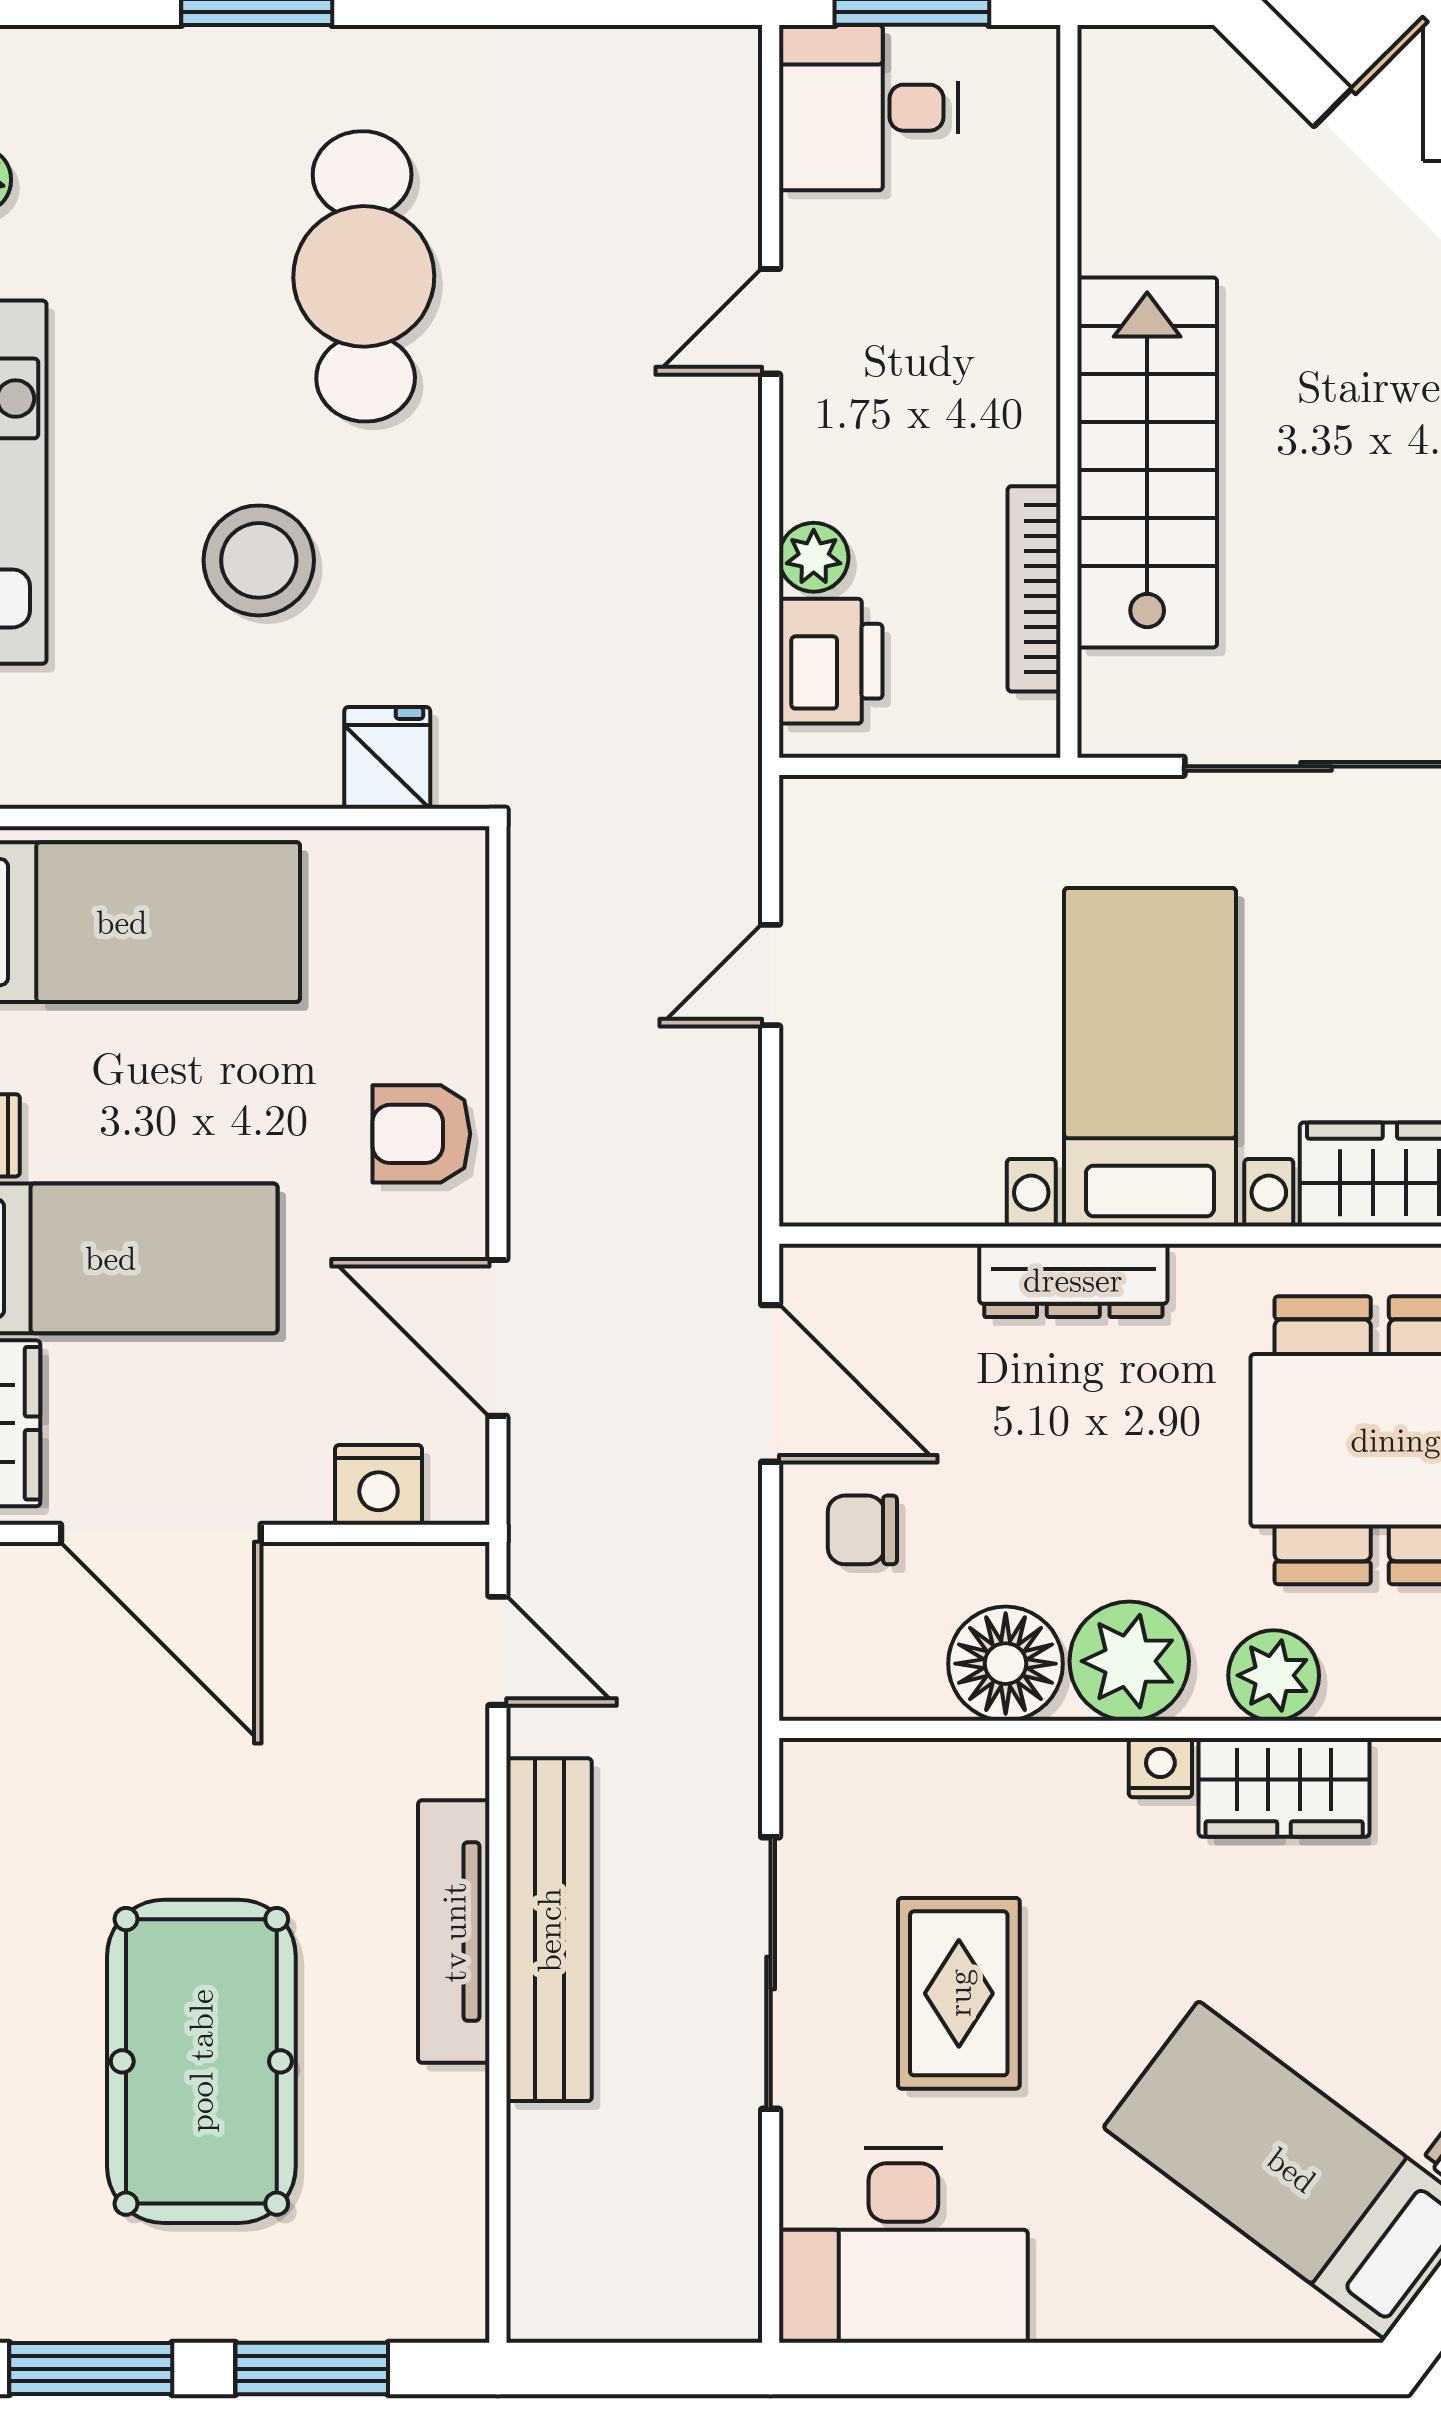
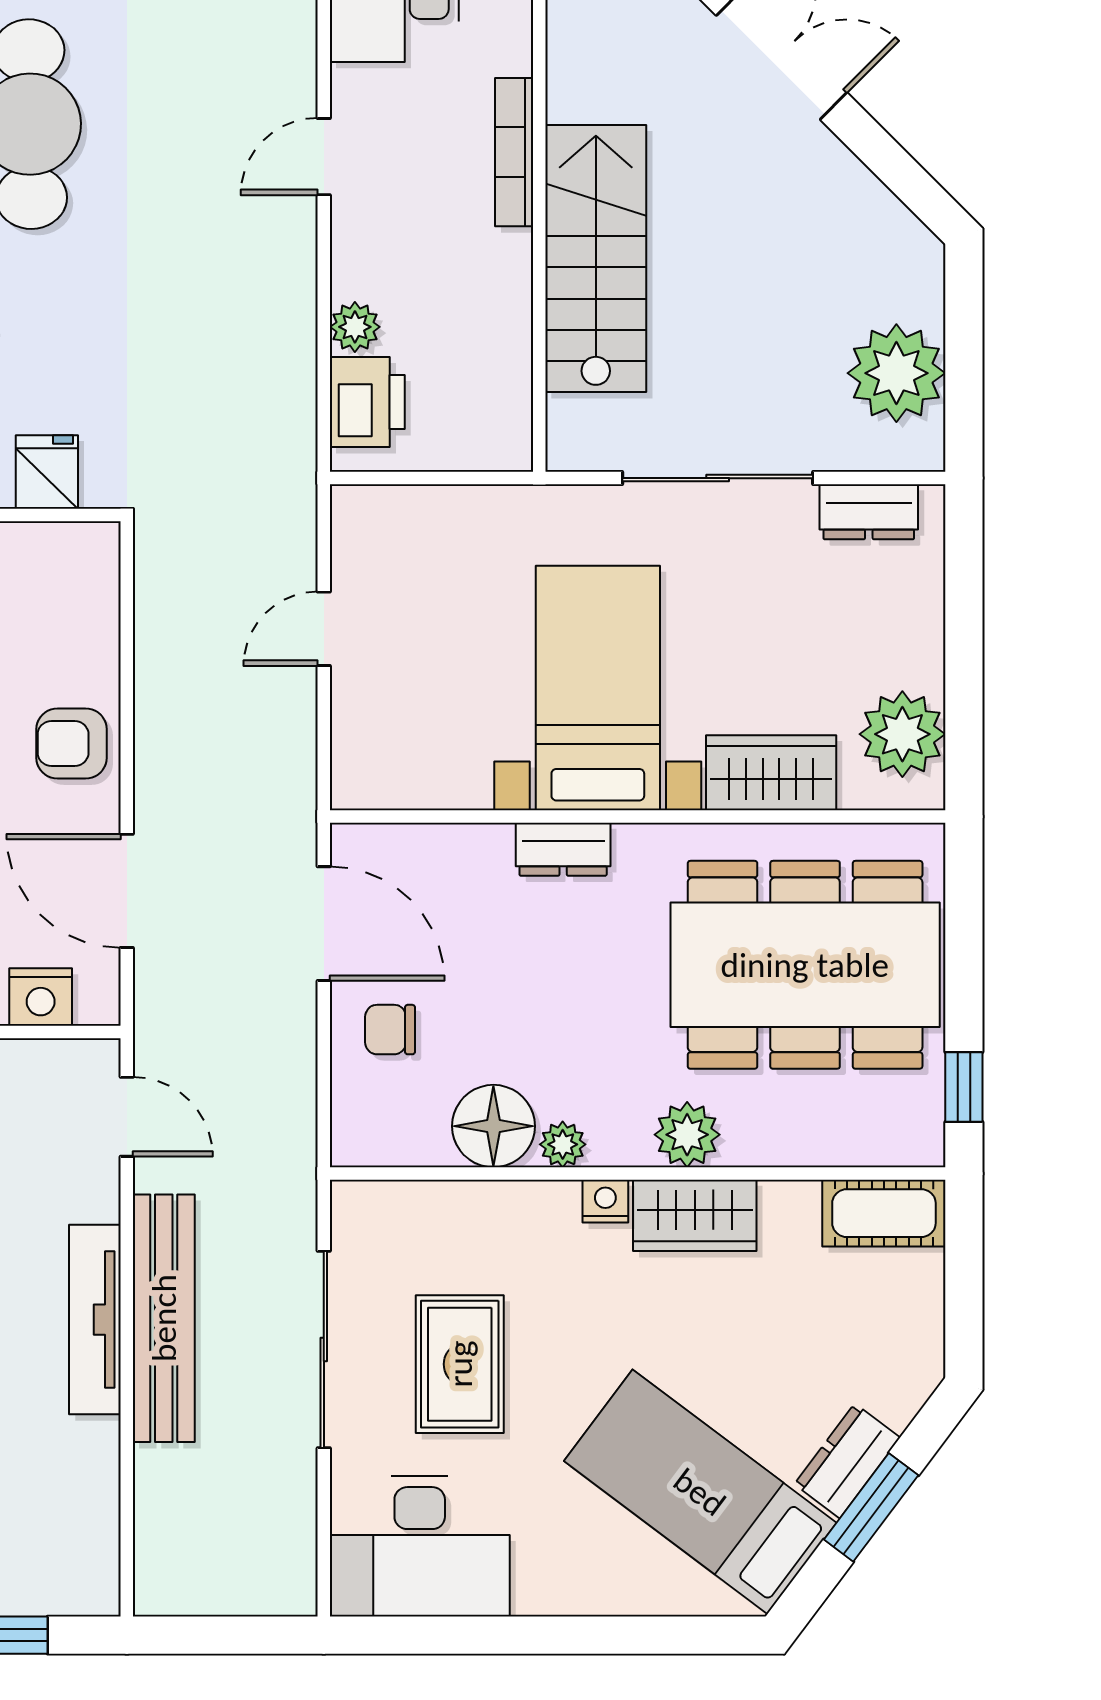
bookcase: (1034, 589) -> (514, 152), moved
dresser: (1073, 1280) -> (563, 849), width x0.70
plant: (1129, 1661) -> (563, 1144), width x0.53, depth x0.53

